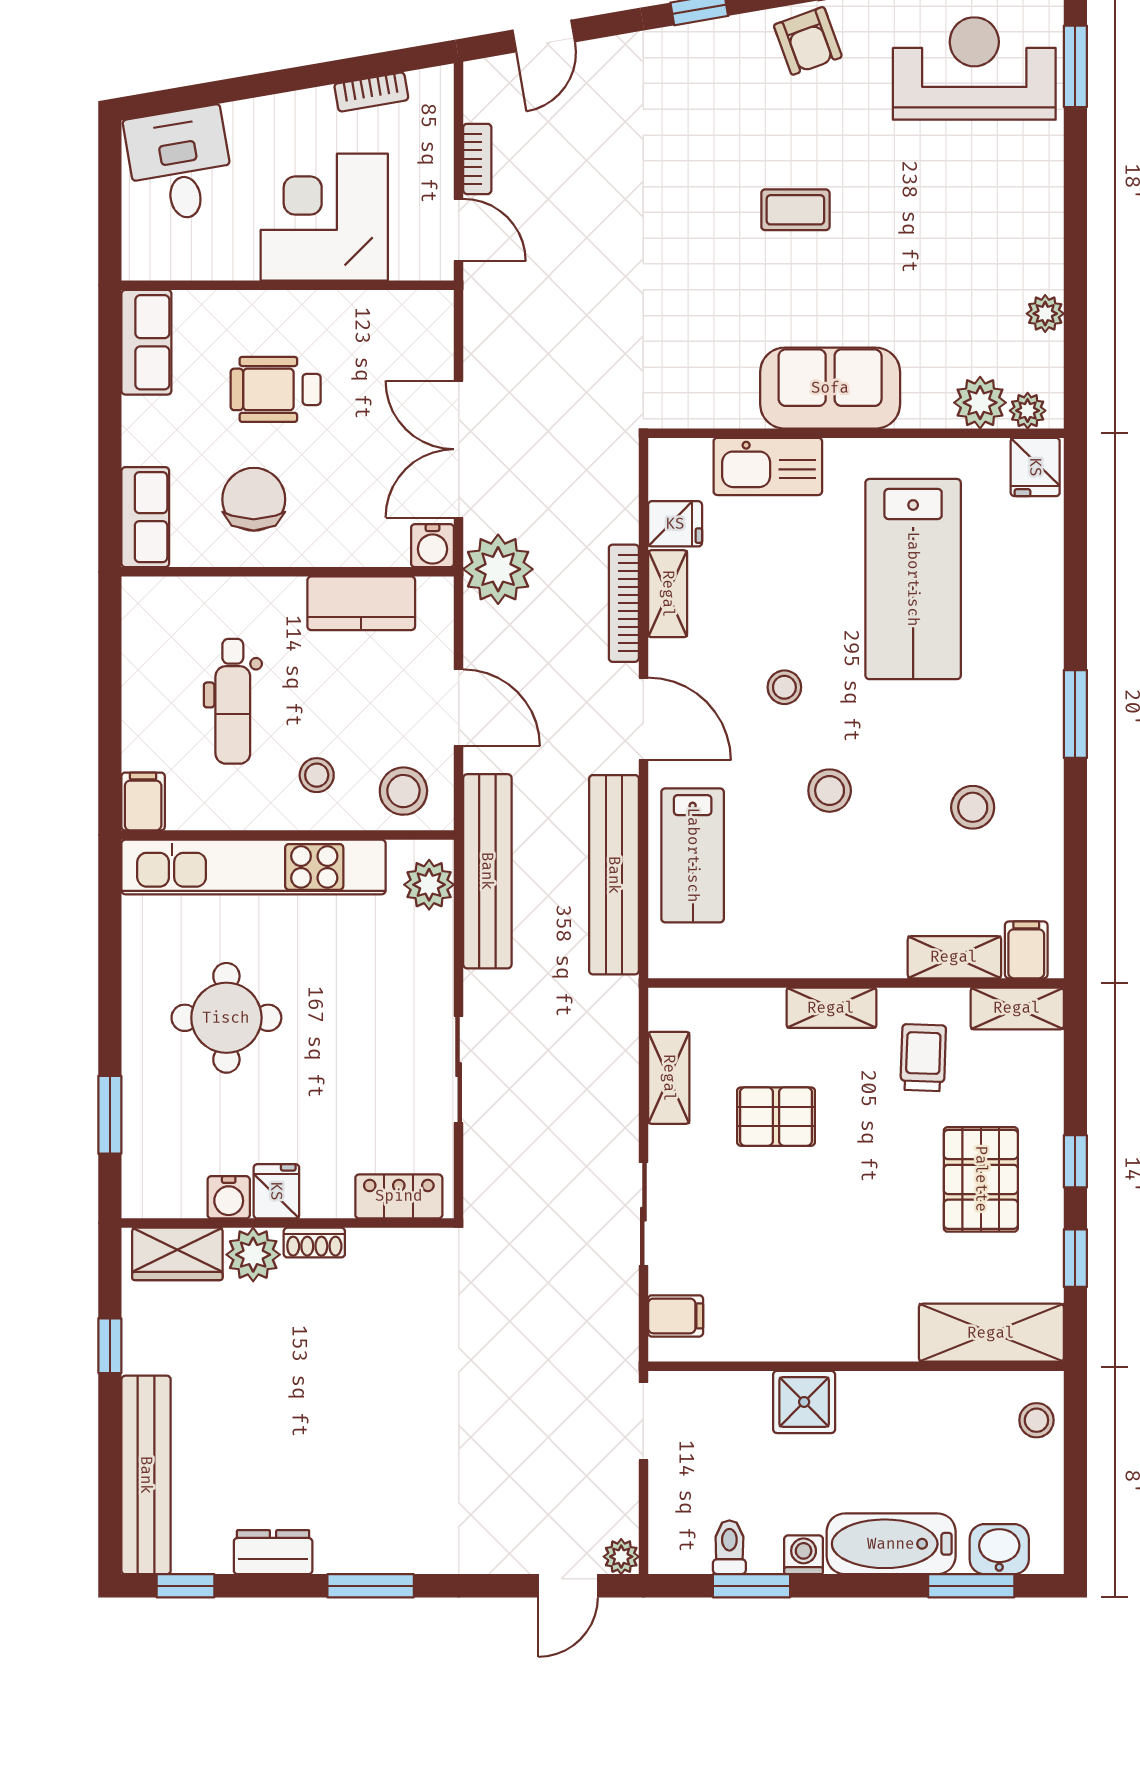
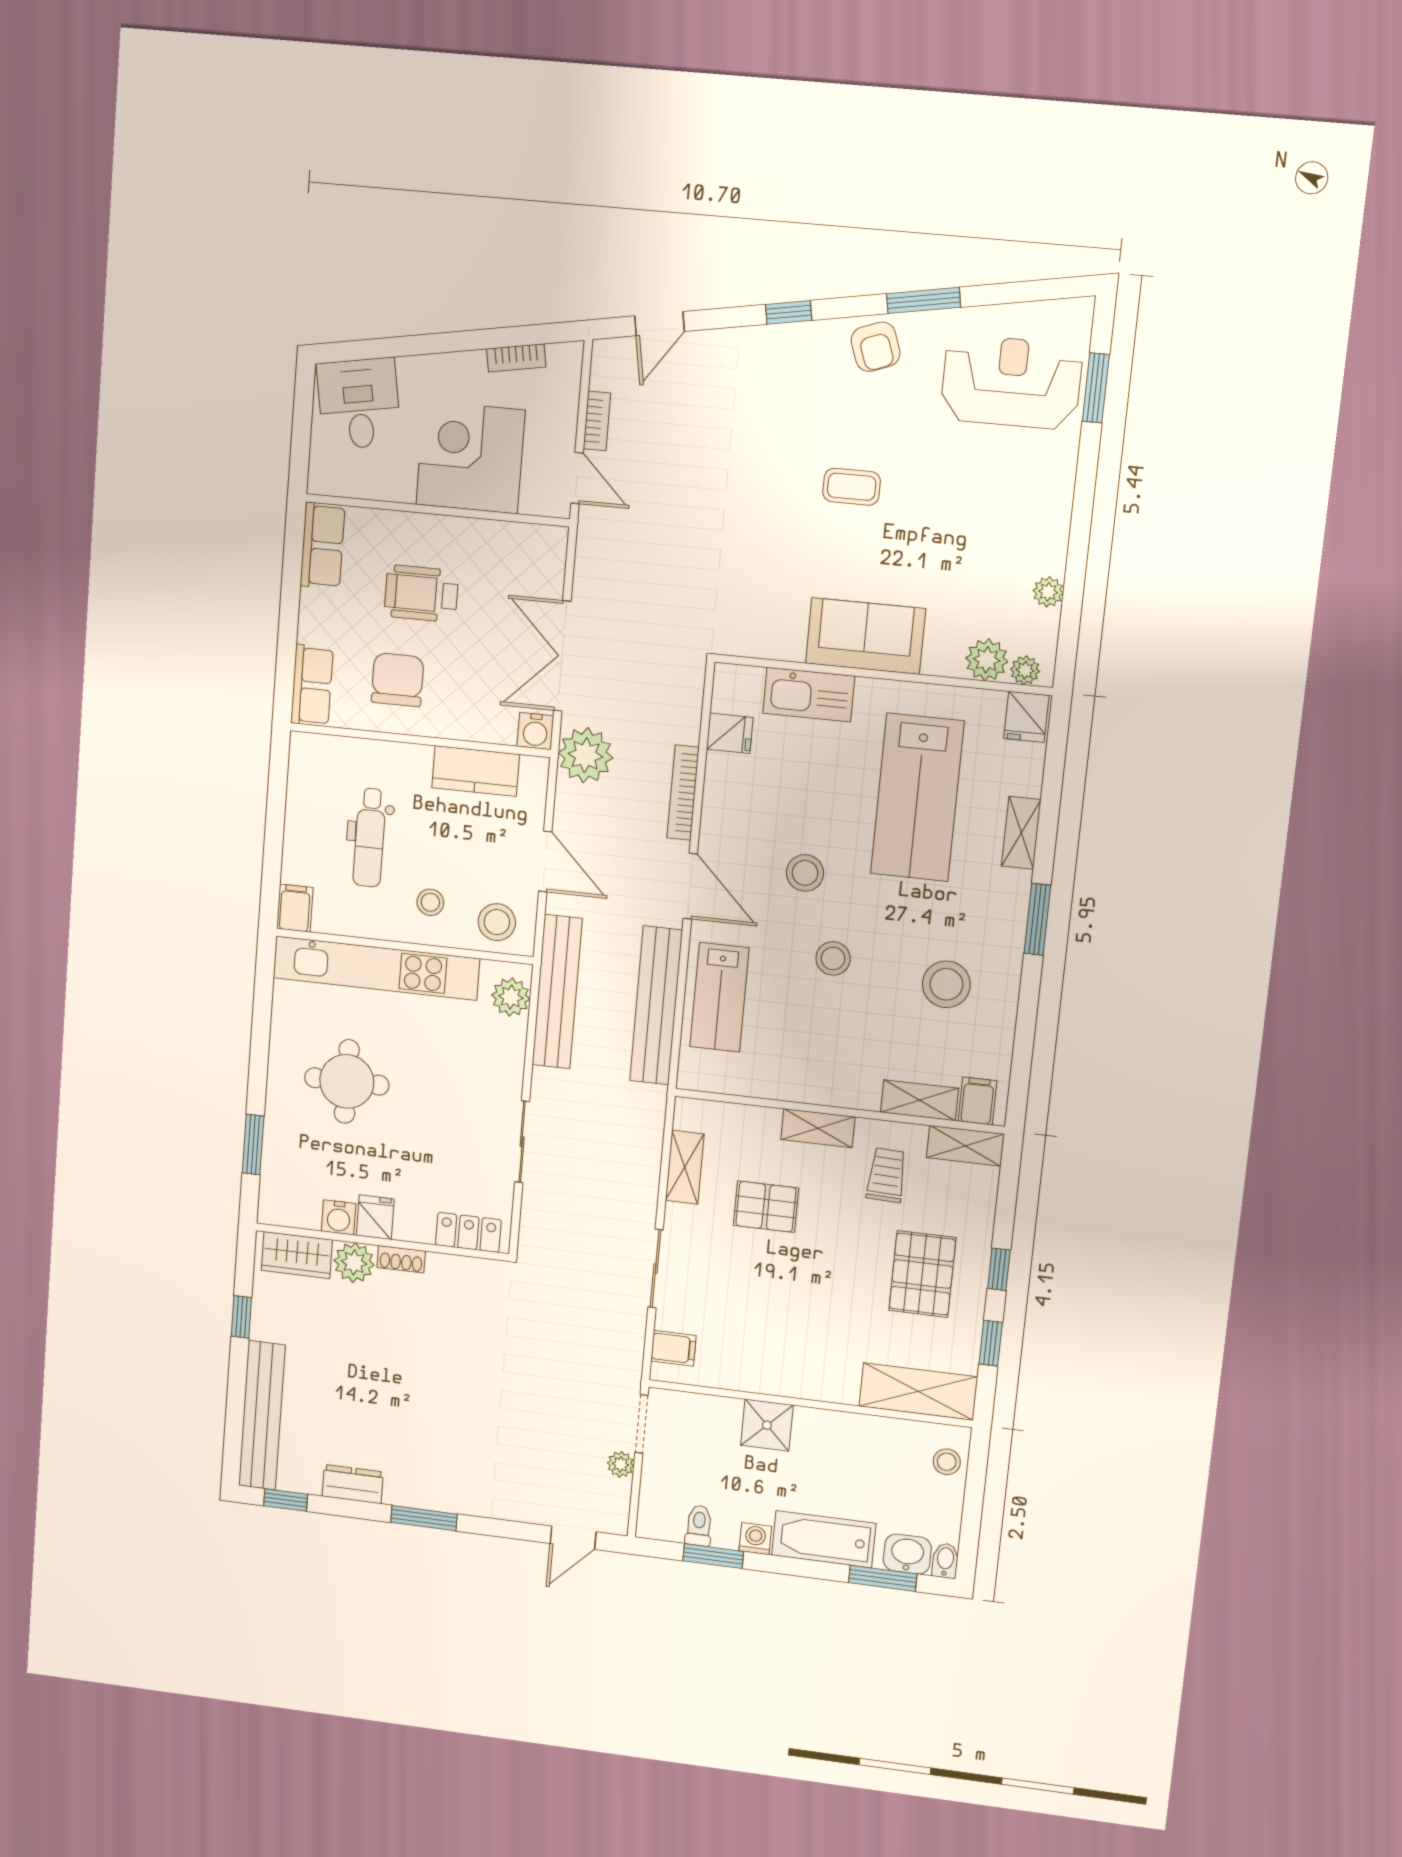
shelving: (668, 594) -> (1021, 833), moved
stool: (784, 687) -> (805, 873), width x1.37, depth x1.37
stool: (973, 807) -> (946, 984), width x1.38, depth x1.38
bidet: (1048, 1551) -> (945, 1561), added
plant: (621, 1557) -> (621, 1464), moved

